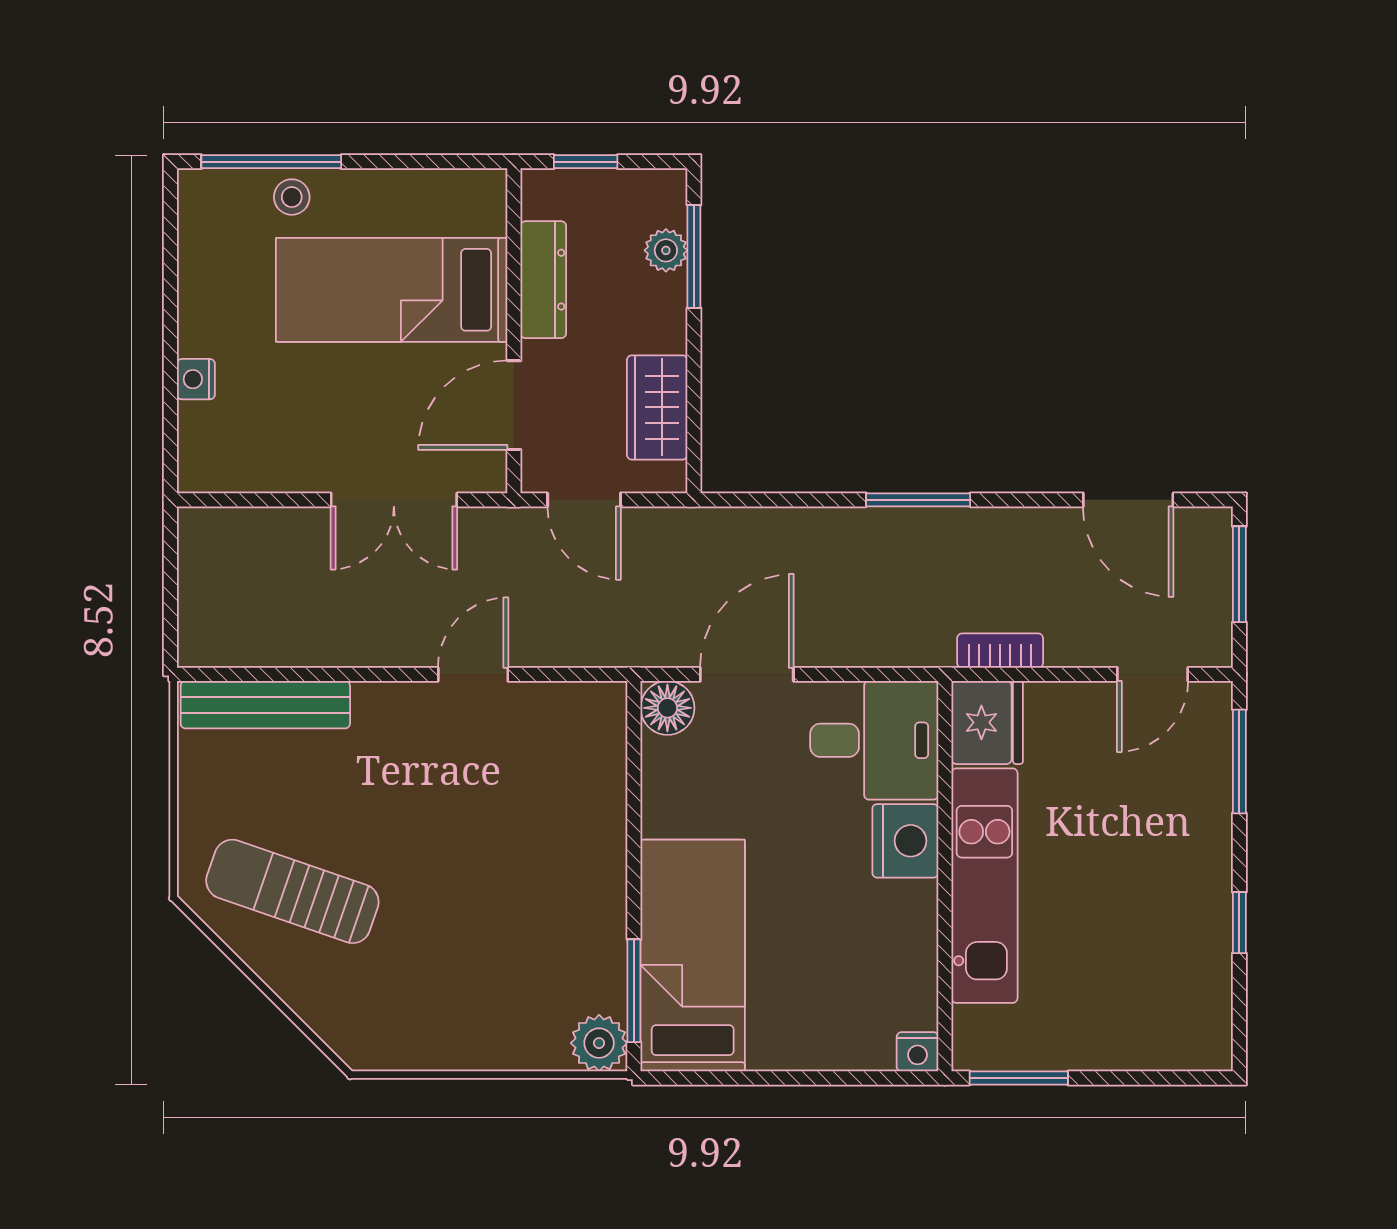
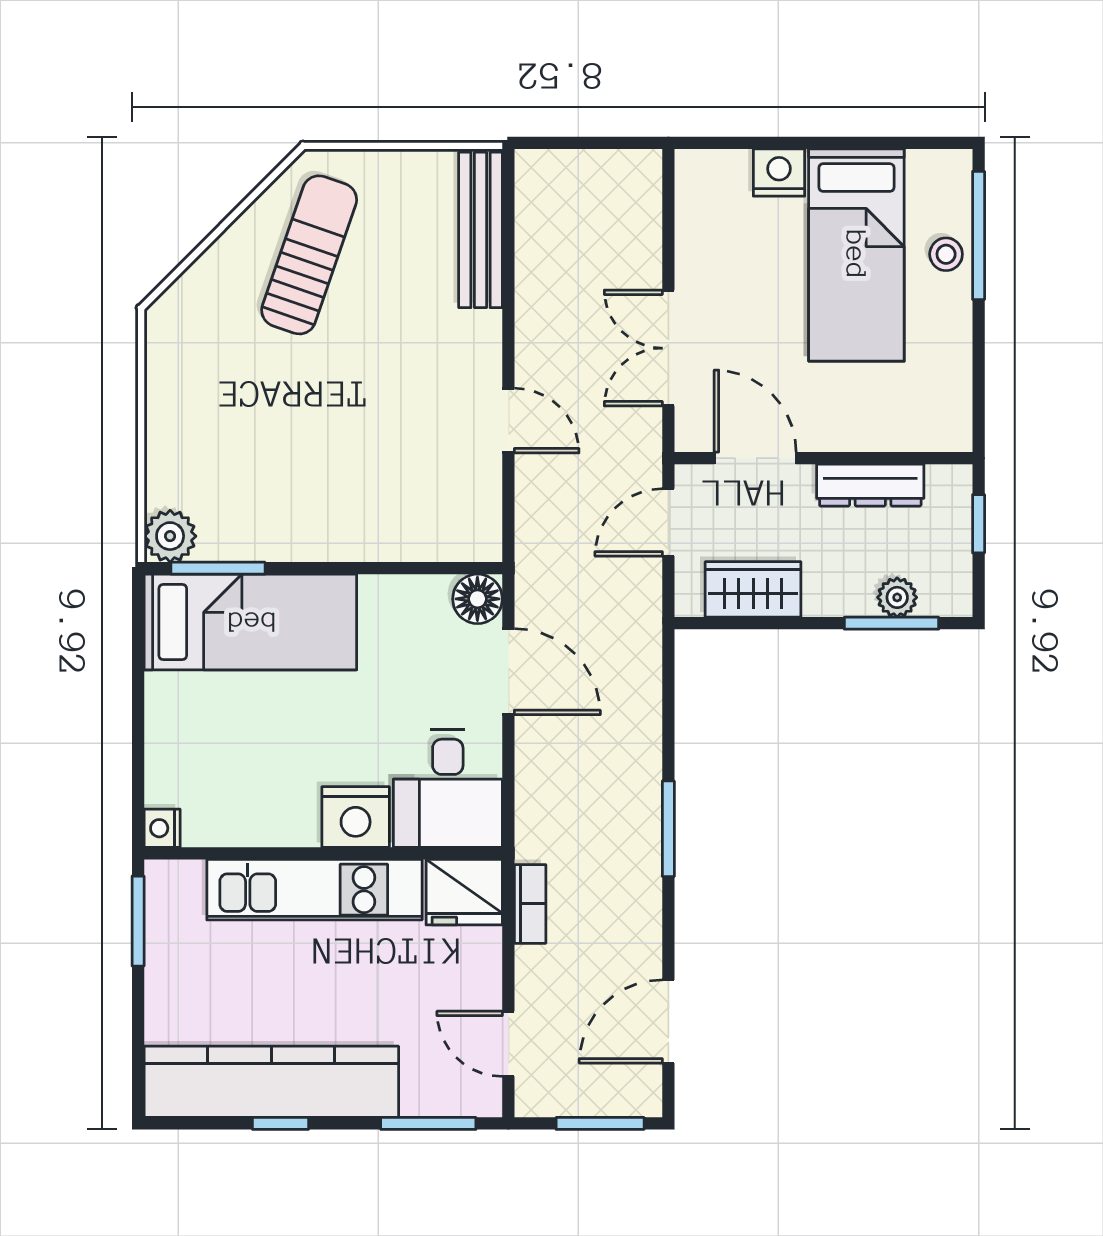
bed: (392, 290) -> (856, 255), moved, turned 180
nightstand: (196, 379) -> (779, 173), width x1.39, depth x1.35
kitchen counter: (1194, 933) -> (271, 1082), added

